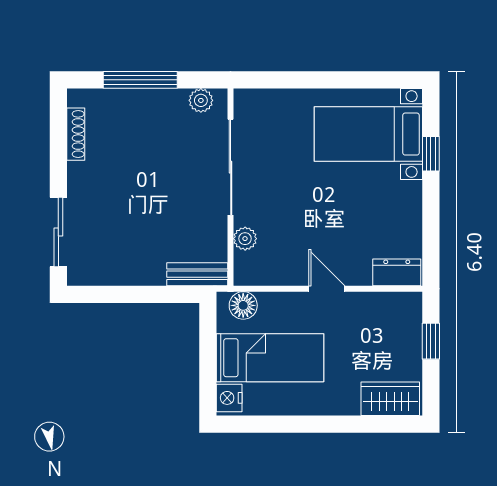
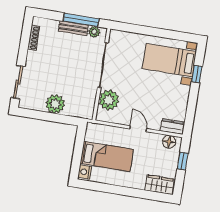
window: (140, 80) -> (81, 20), moved
plant: (245, 239) -> (109, 100), width x1.87, depth x1.87
plant: (144, 265) -> (55, 104), added
bench: (197, 274) -> (73, 28), moved
floor lamp: (243, 305) -> (169, 142), moved

